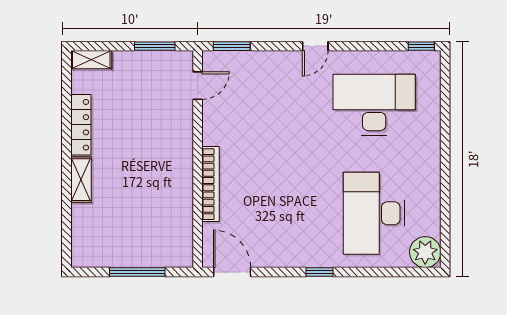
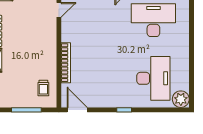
desk: (374, 213) -> (153, 78), turned 180
trolley: (169, 231) -> (43, 88), added

